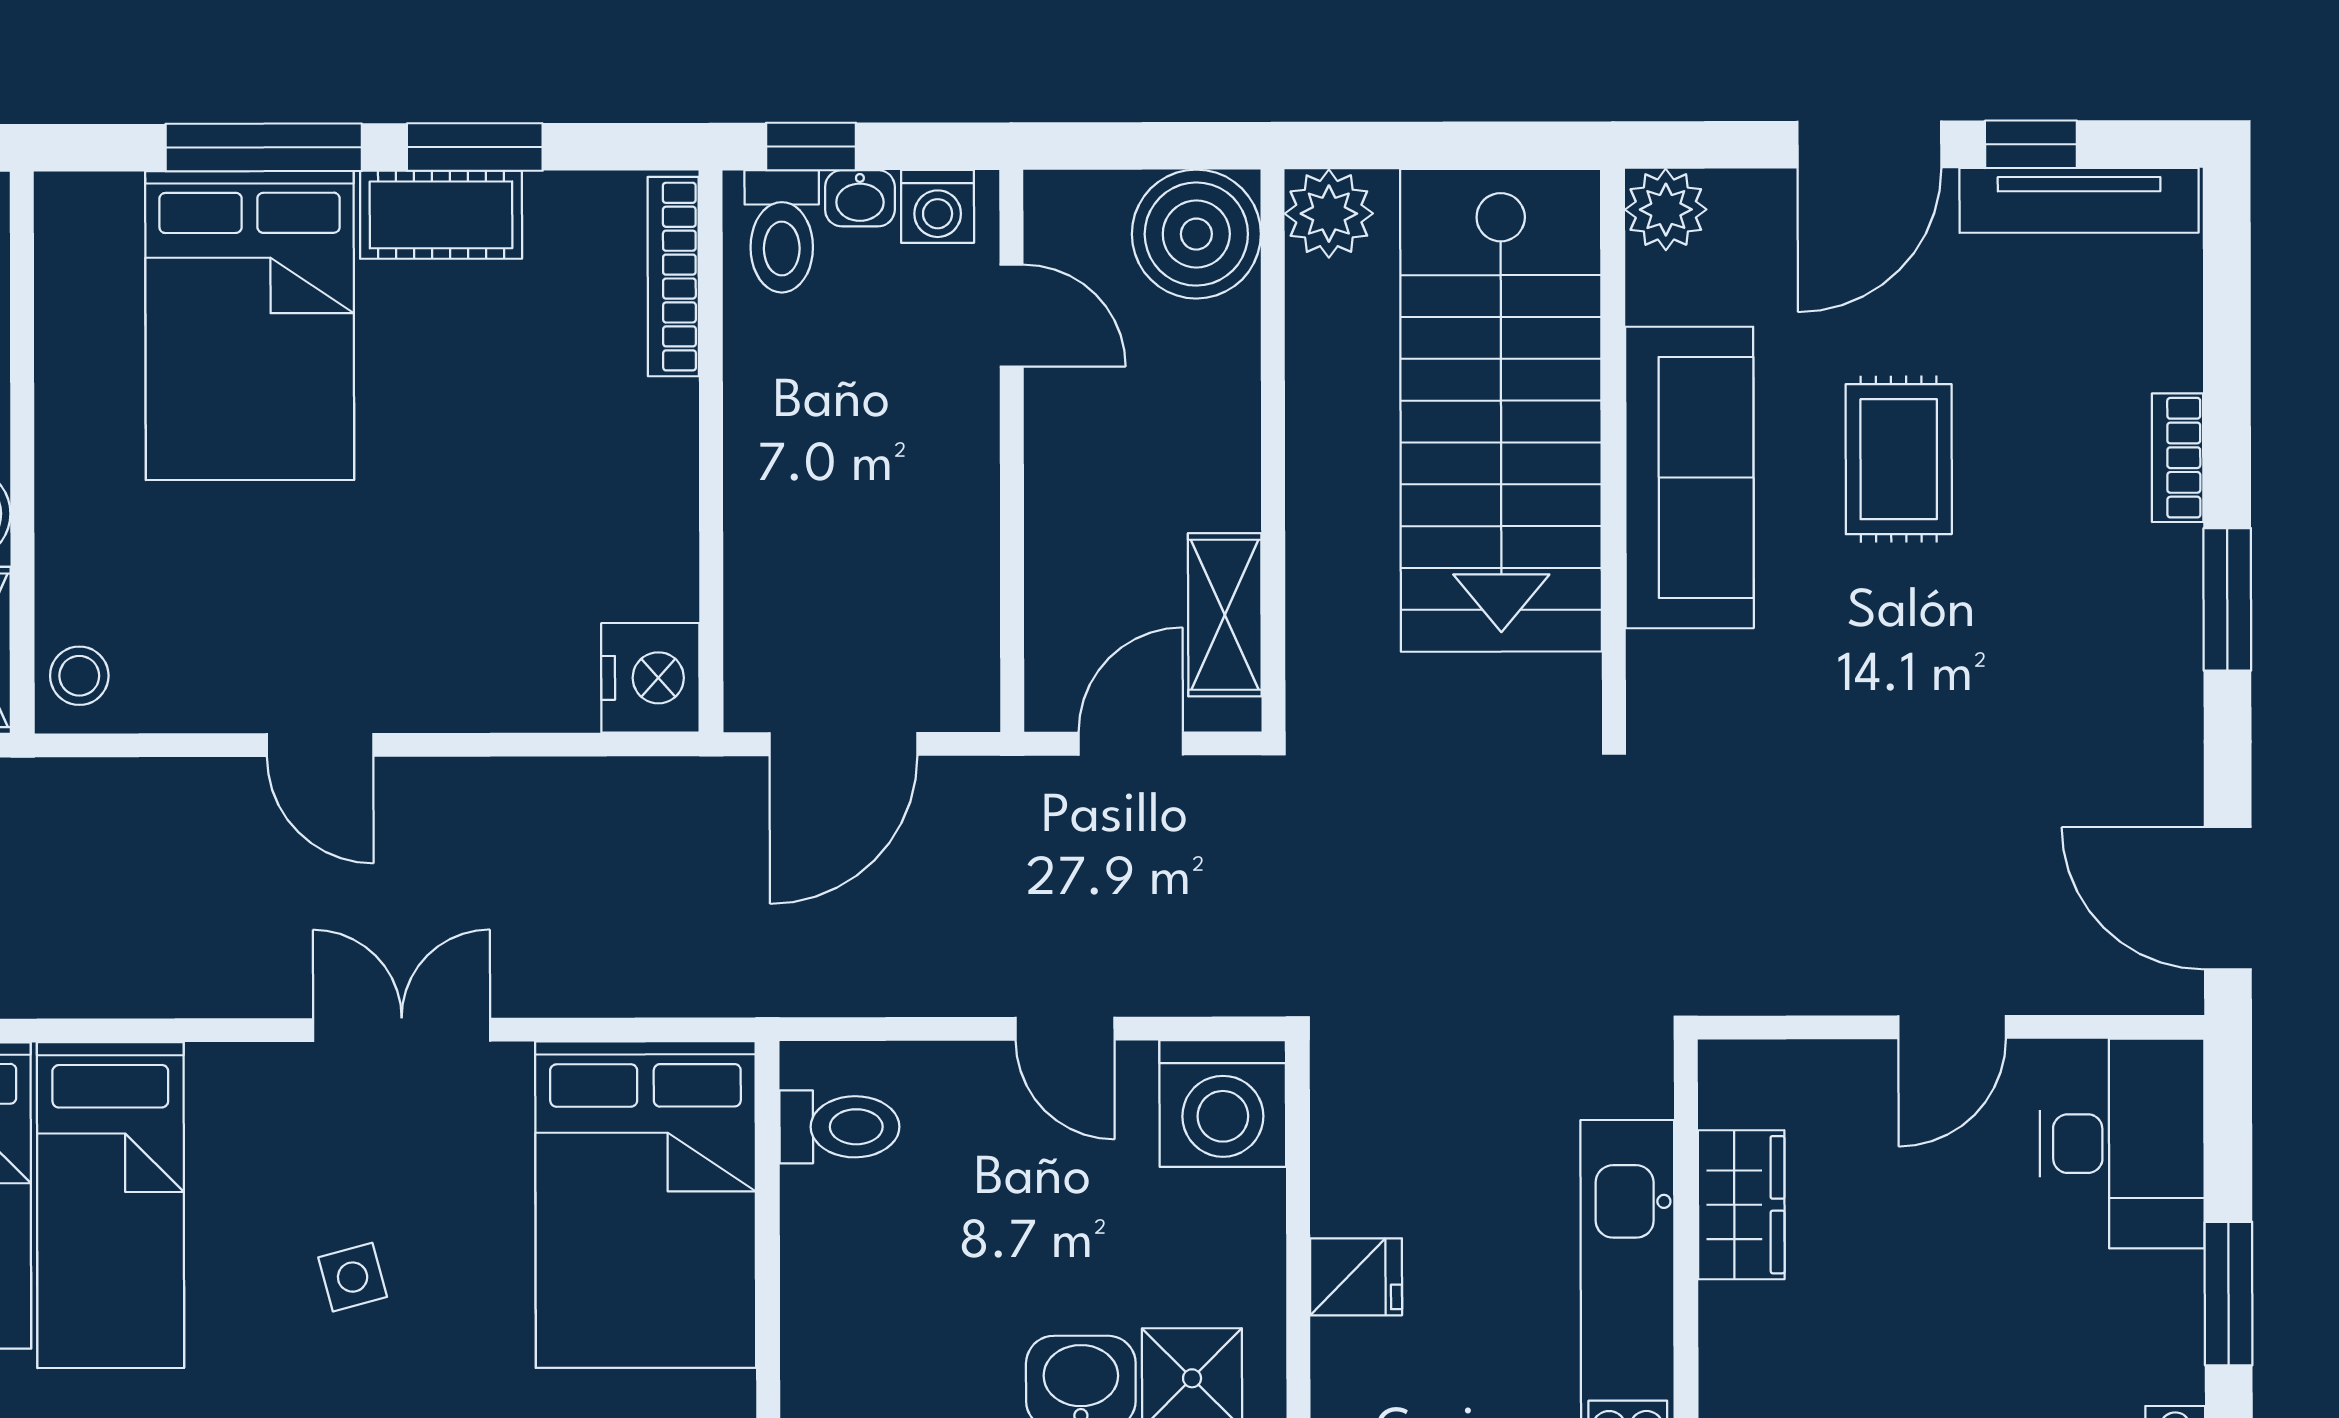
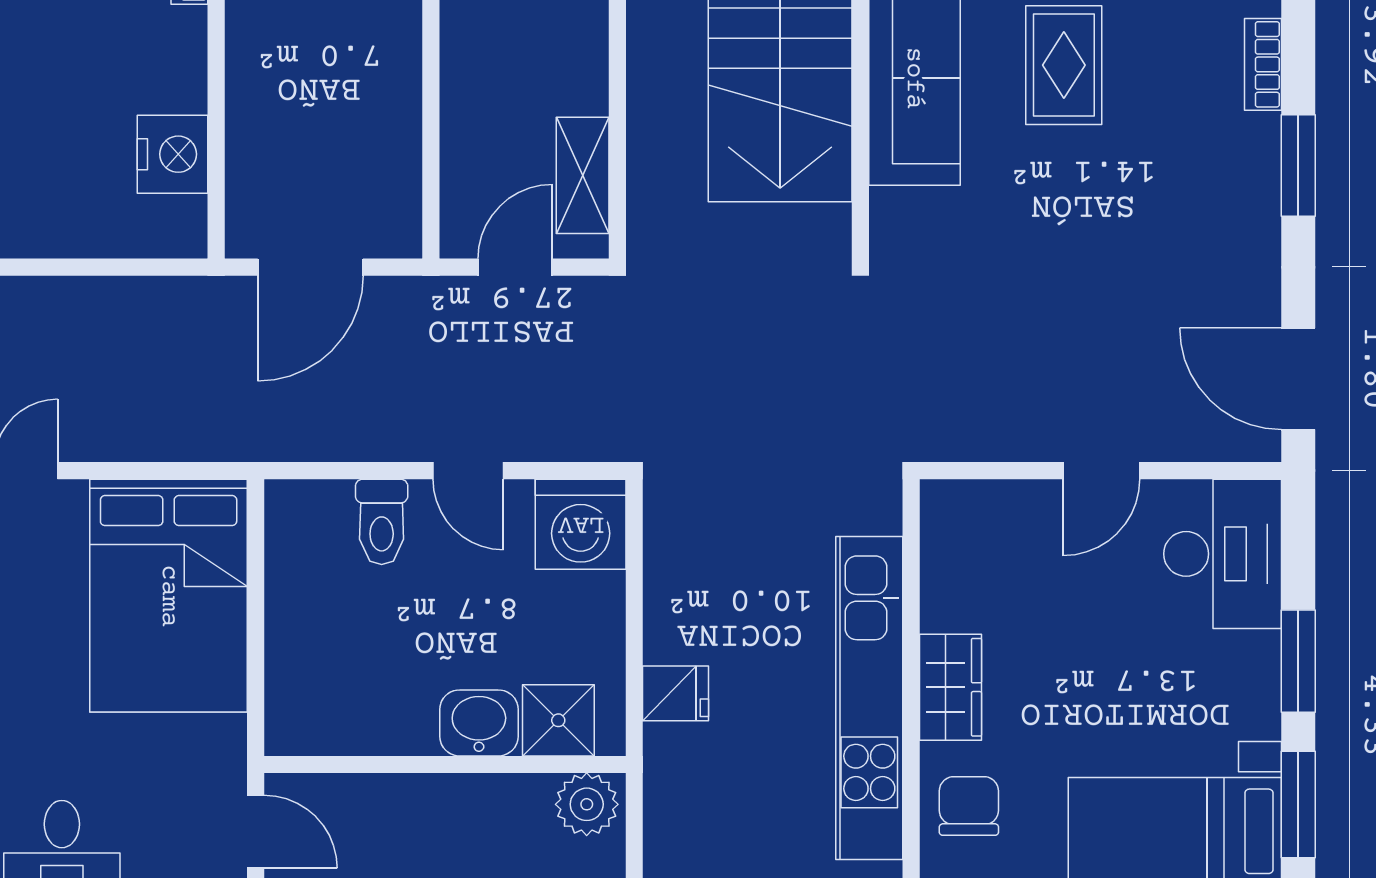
nightstand: (650, 678) -> (173, 154), moved
toilet: (839, 1127) -> (382, 522), moved, turned 90
wardrobe: (1741, 1205) -> (951, 687), moved
fridge: (1356, 1277) -> (676, 693), moved

